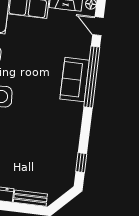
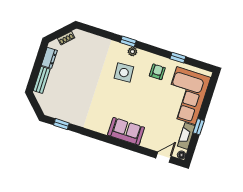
window: (92, 77) -> (126, 145), removed

